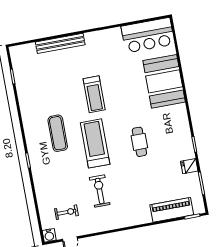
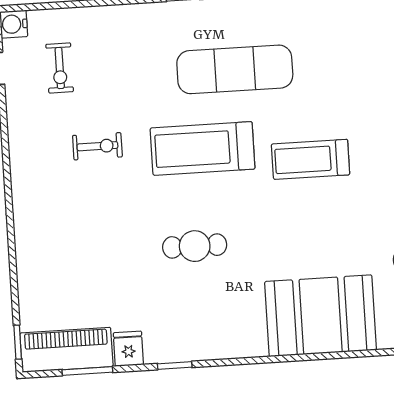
exercise mat: (58, 133) -> (235, 69), width x1.36, depth x1.45
treadmill: (95, 143) -> (203, 148), turned 180
exercise bike: (100, 191) -> (97, 146), width x0.73, depth x0.72
piano: (172, 210) -> (66, 350), moved, turned -90

